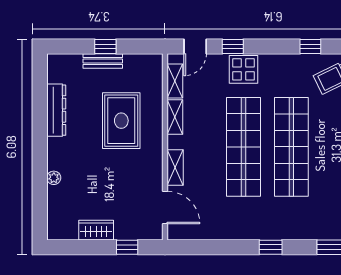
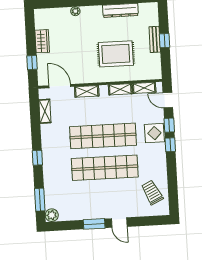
window: (310, 46) -> (170, 145), moved
door: (165, 207) -> (60, 86), swing flipped
shelving: (201, 232) -> (45, 111), added

